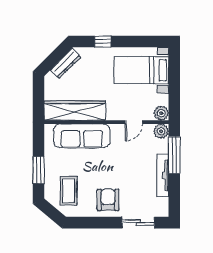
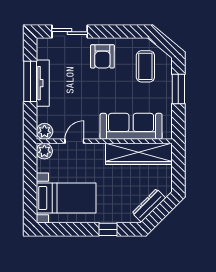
window: (174, 155) -> (30, 81), moved

